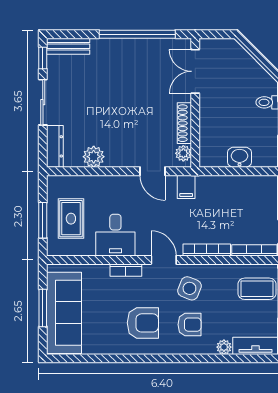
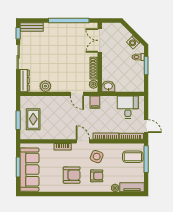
washing machine: (258, 75) -> (133, 42), added
washbasin: (240, 157) -> (108, 86), moved
desk: (115, 235) -> (128, 107), moved, turned 180

